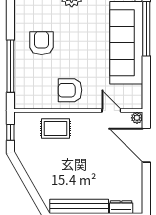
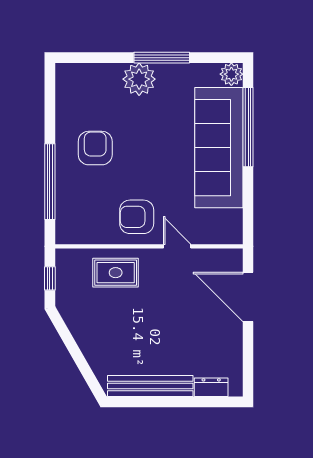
door: (111, 111) -> (177, 246), moved
plant: (137, 118) -> (234, 257), removed

